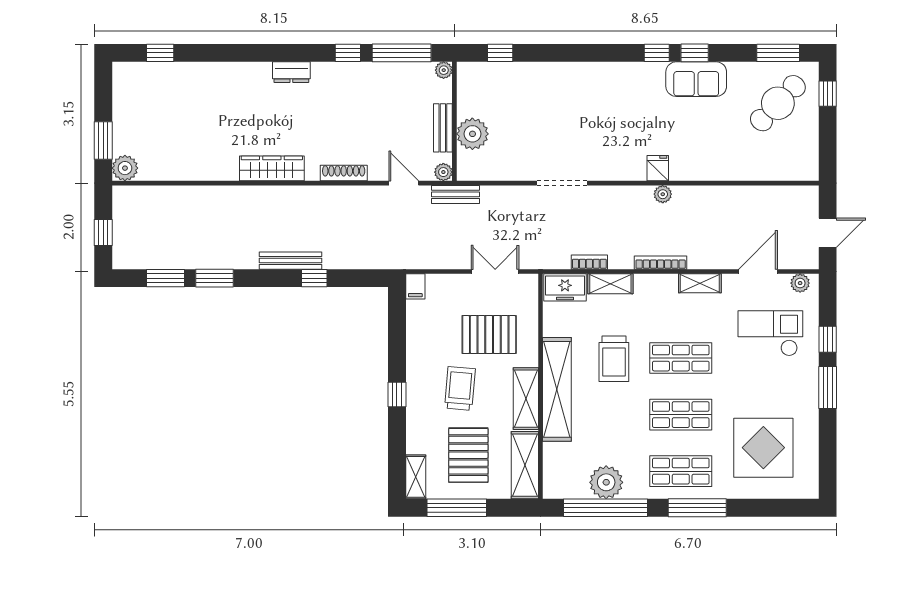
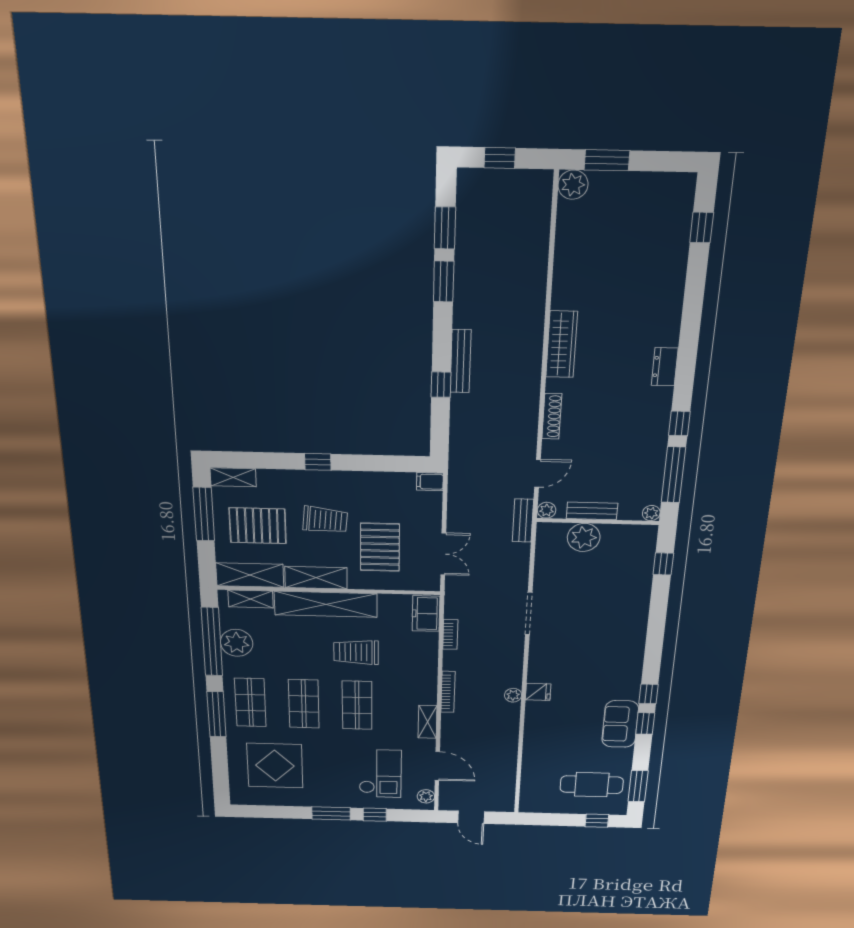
cafe table: (778, 103) -> (592, 785), turned -44
shelving: (610, 284) -> (251, 599), moved, turned 90

